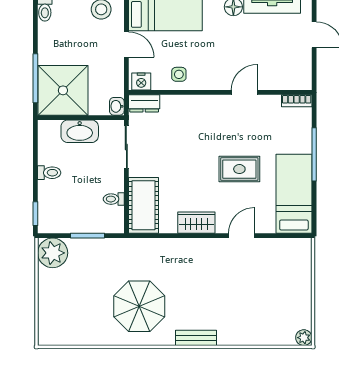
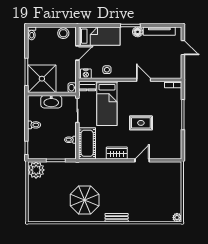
door: (126, 45) -> (77, 53), hinge flipped
door: (244, 92) -> (144, 80), hinge flipped
bed: (294, 194) -> (107, 103), moved, turned 180

